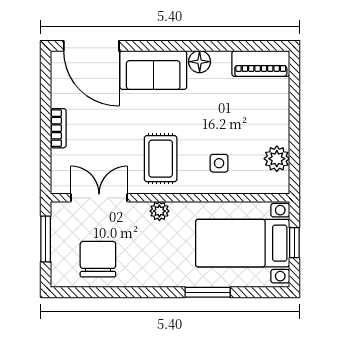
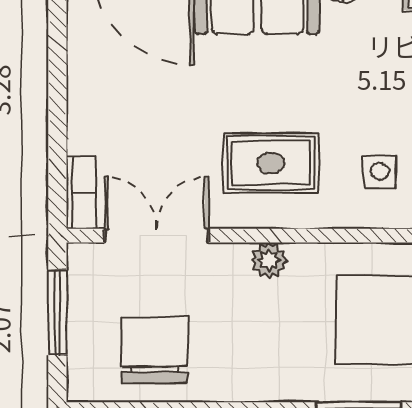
bookcase: (58, 128) -> (81, 192), moved
rug: (161, 159) -> (271, 163), turned 90

